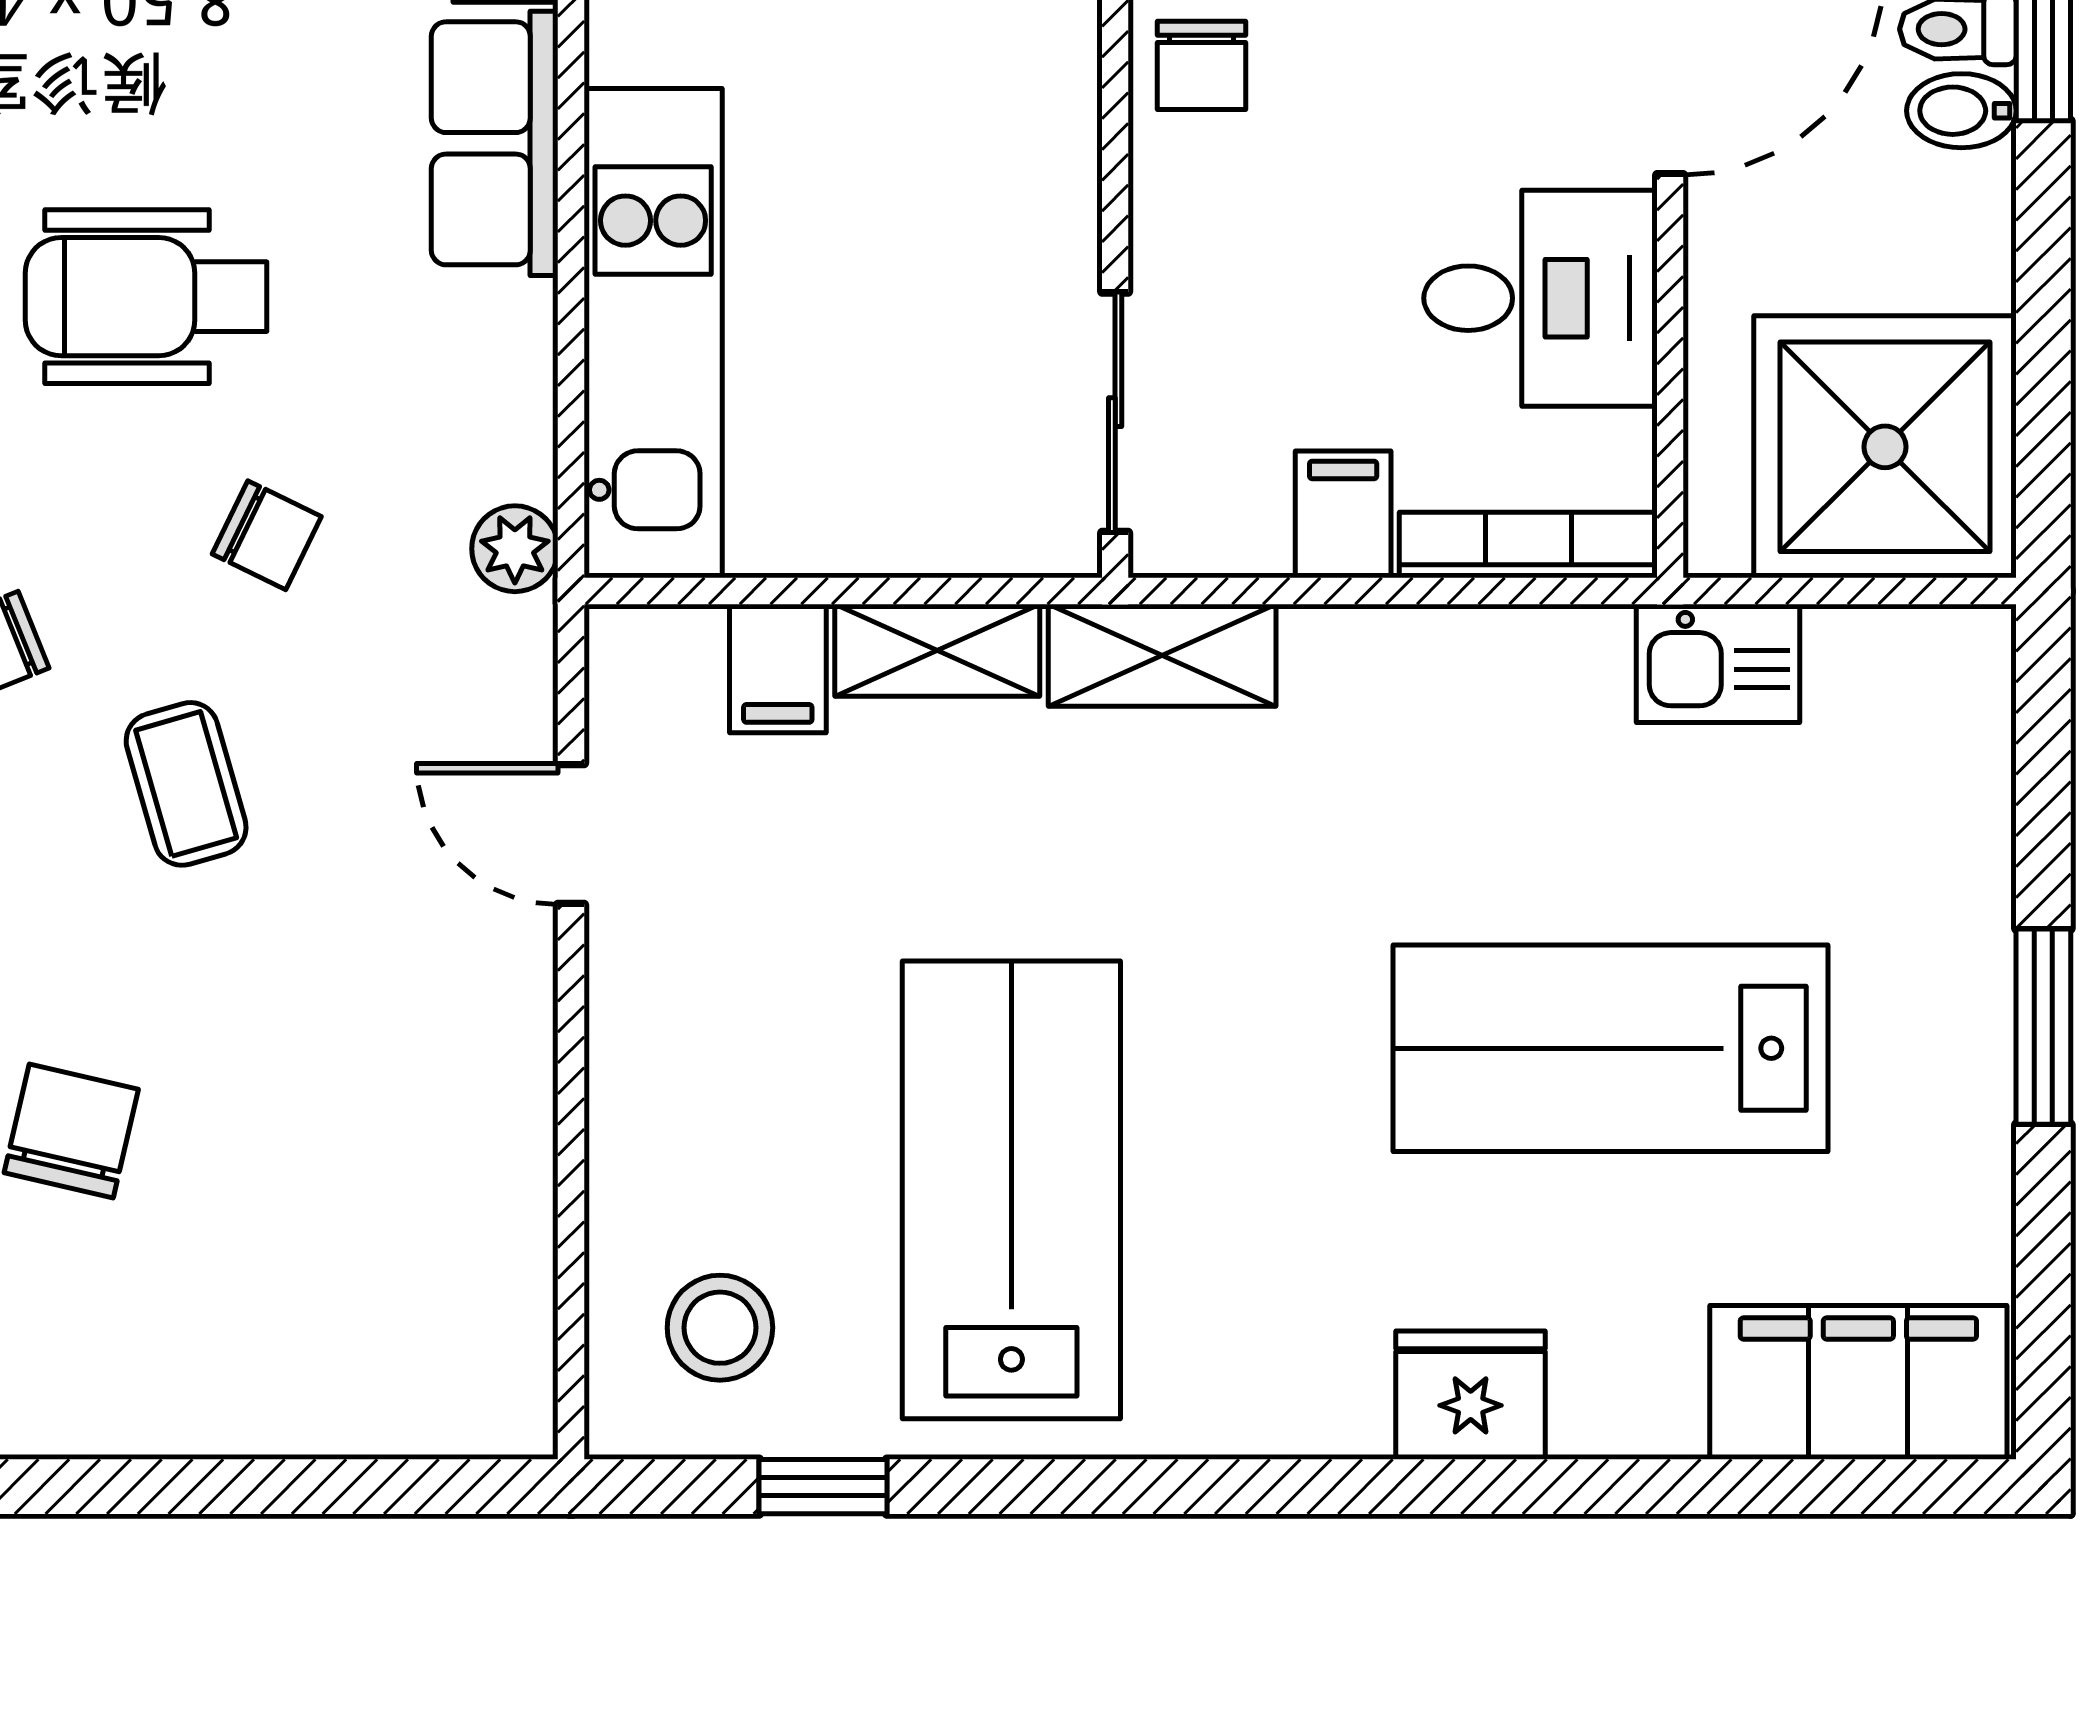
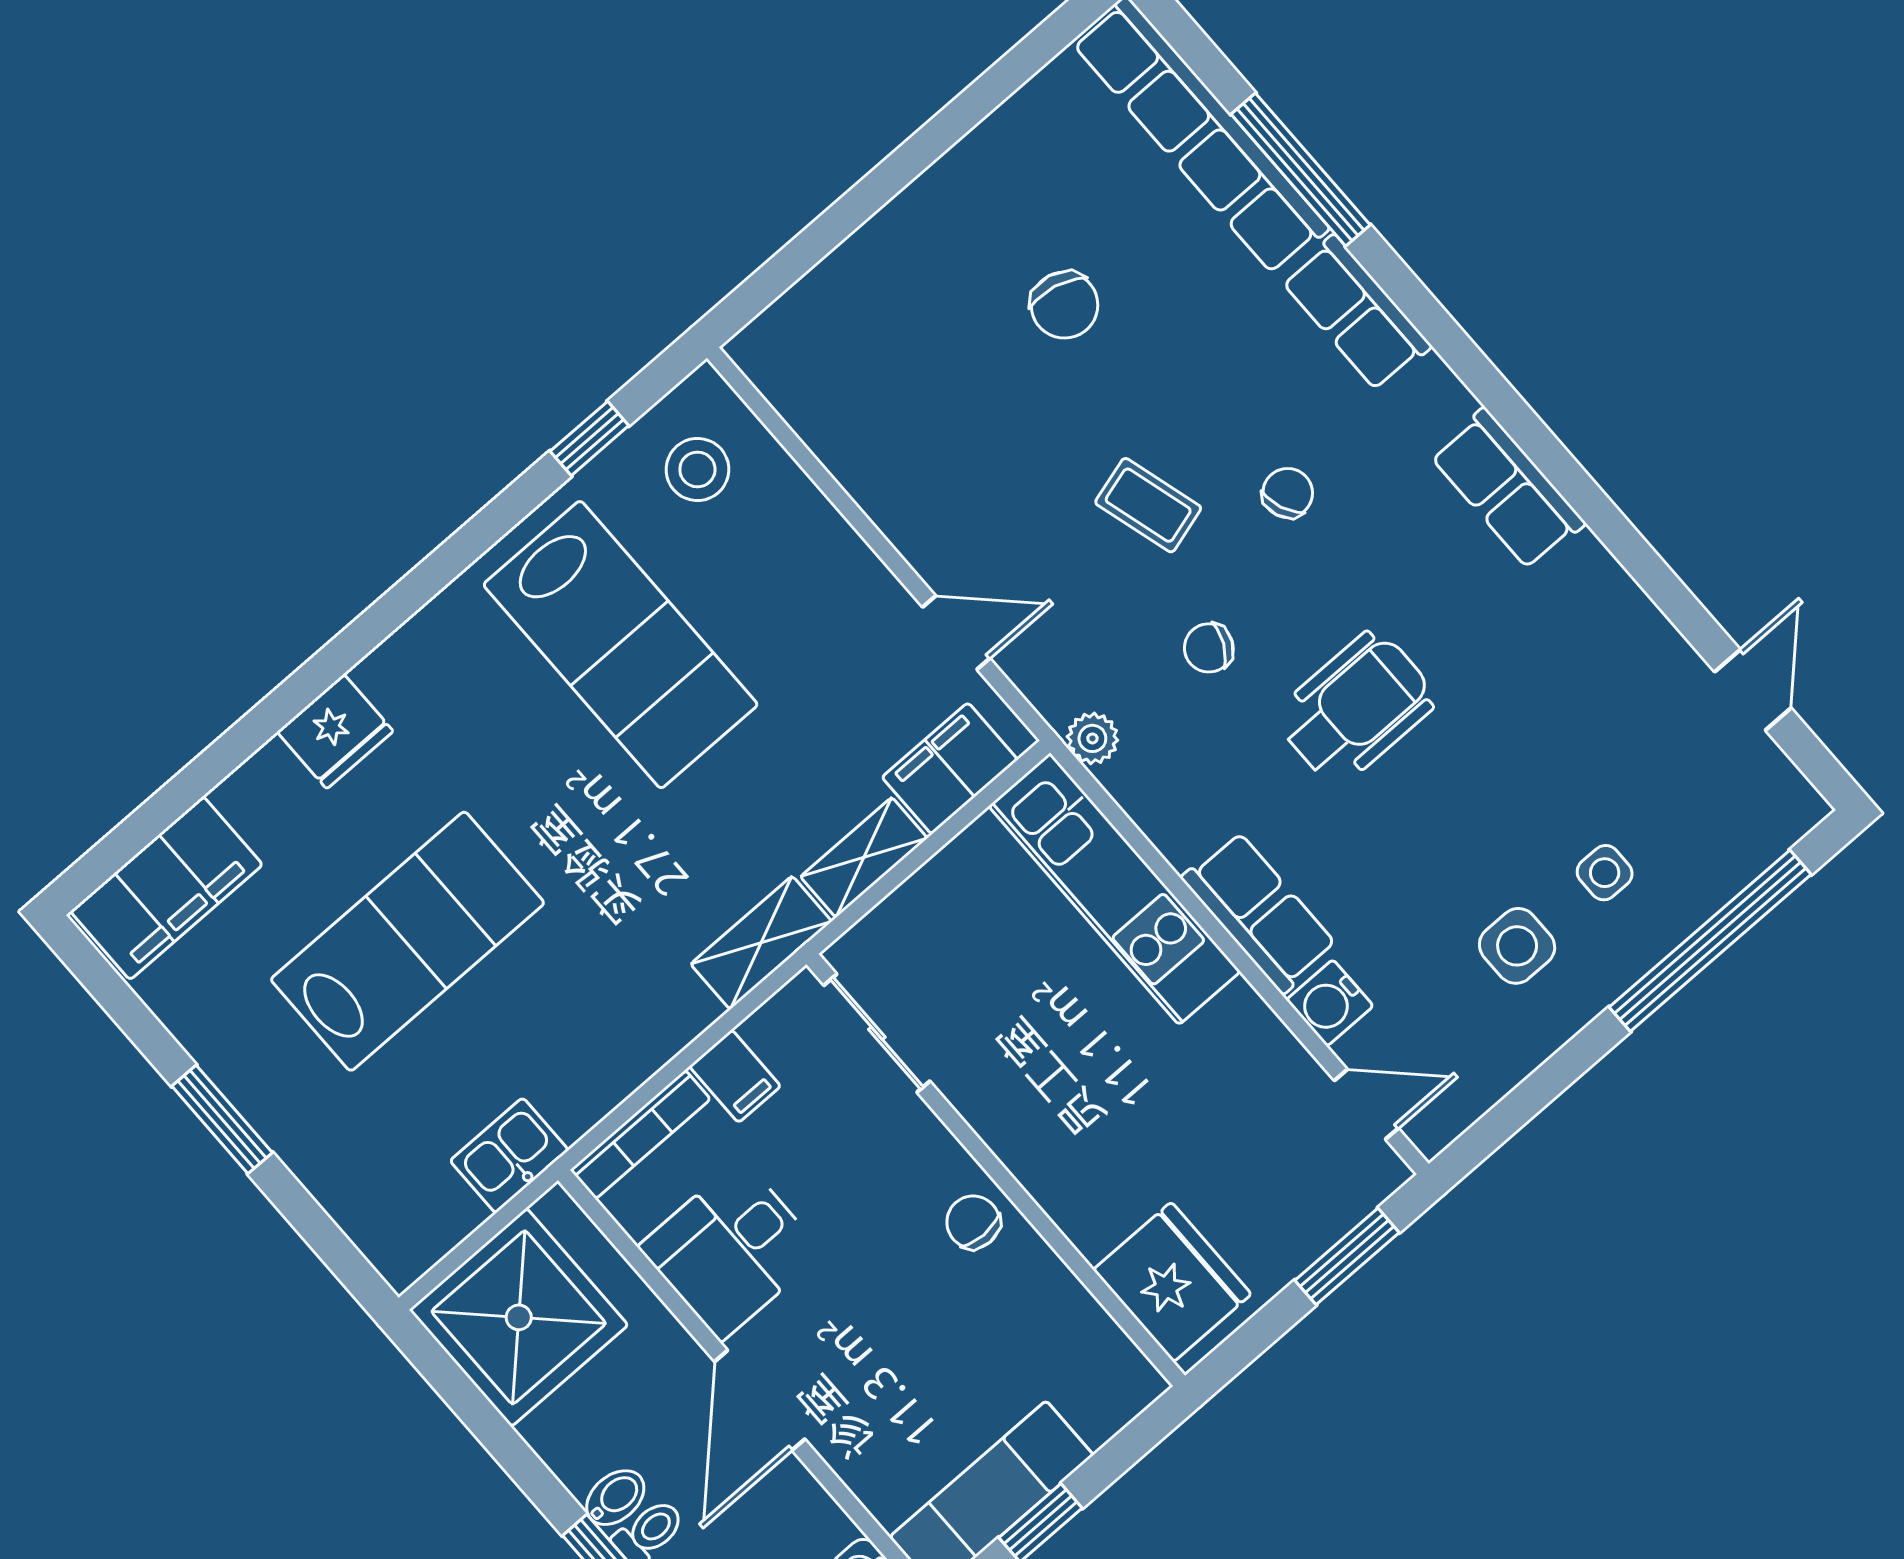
filing cabinet: (778, 668) -> (950, 768), width x2.00

